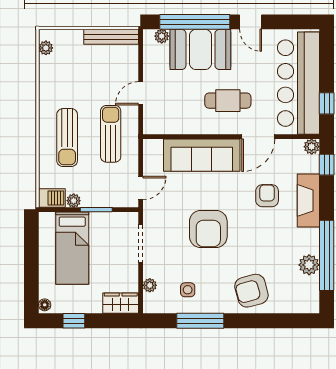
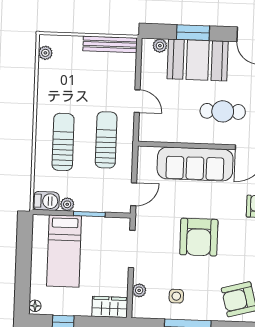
window: (195, 22) -> (193, 33), width x0.47
door: (141, 93) -> (137, 101), swing flipped
sun lounger: (67, 138) -> (63, 142), turned 180

